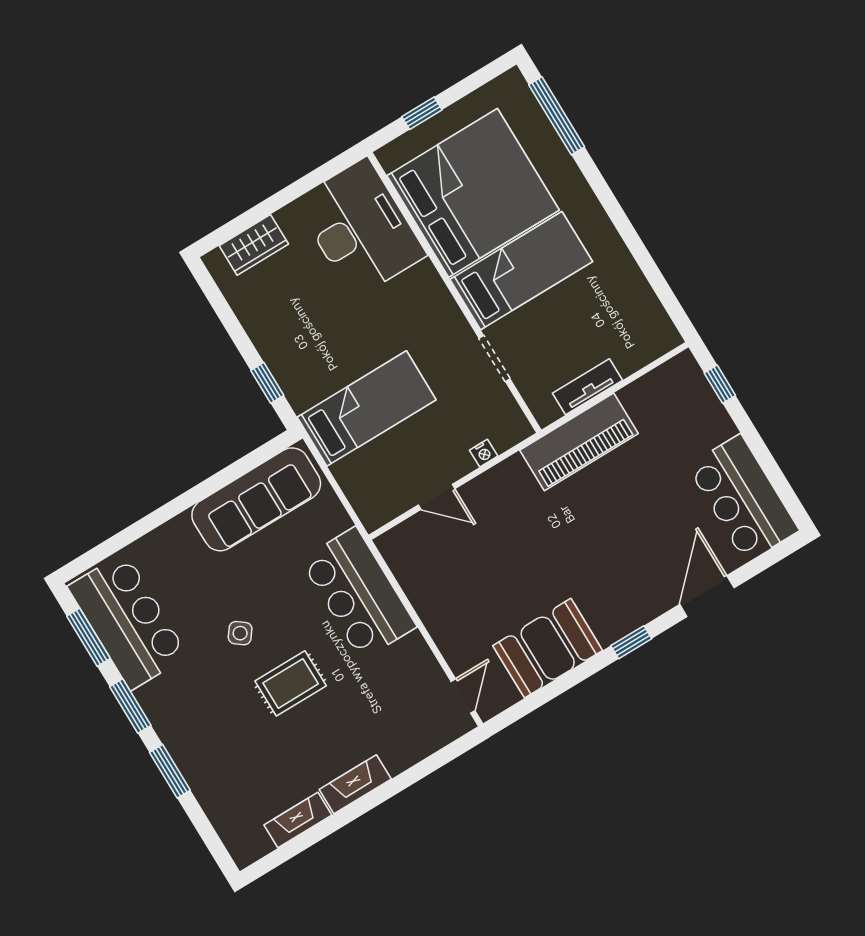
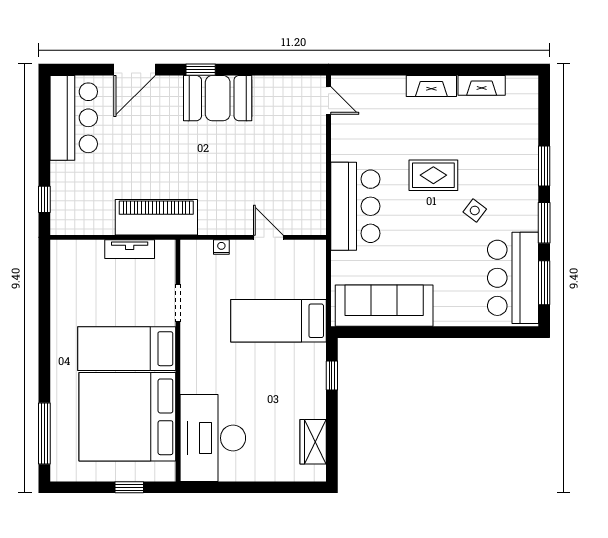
wardrobe: (254, 245) -> (313, 442), moved, turned -90
side table: (240, 633) -> (475, 210), moved
booth: (548, 648) -> (218, 98), moved
door: (463, 696) -> (329, 100), swing flipped

